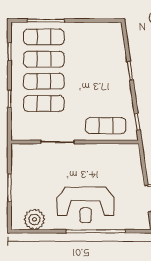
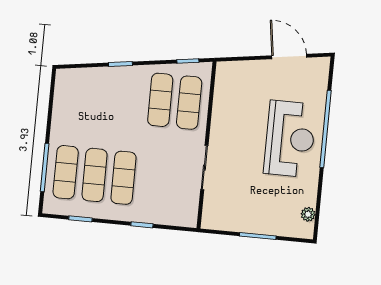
exercise mat: (44, 104) -> (160, 100), moved
plant: (34, 219) -> (308, 214), width x0.53, depth x0.53

